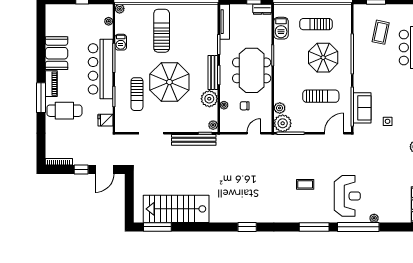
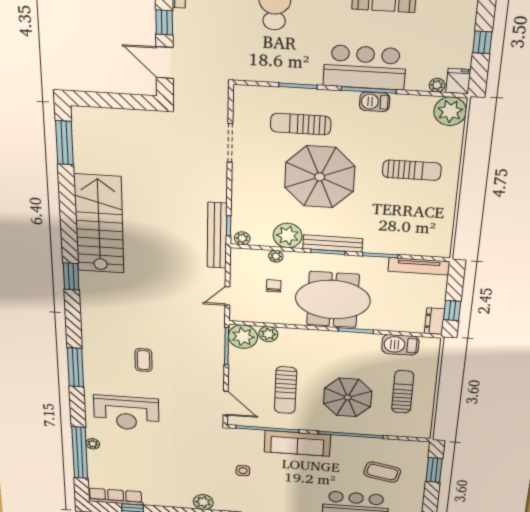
plant: (120, 9) -> (450, 111), width x1.88, depth x1.88
sun lounger: (162, 31) -> (412, 170), width x0.73, depth x0.75
barbecue: (121, 42) -> (375, 102), moved
bar counter: (101, 69) -> (365, 67), width x0.73
sofa: (362, 108) -> (297, 443), moved, width x1.36
fridge: (106, 120) -> (458, 81), moved
door: (254, 133) -> (227, 296), swing flipped
bench: (194, 140) -> (217, 235), moved
stairs: (176, 209) -> (99, 224), moved
window: (358, 227) -> (80, 453), moved

